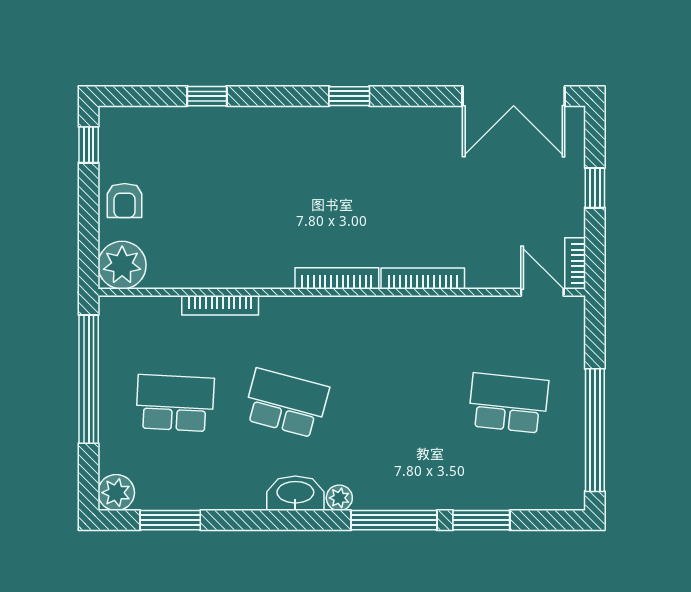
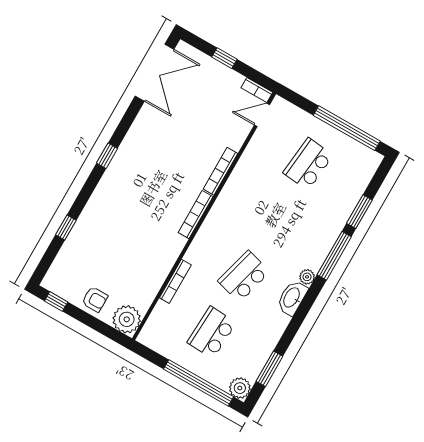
window: (89, 379) -> (198, 383), moved

